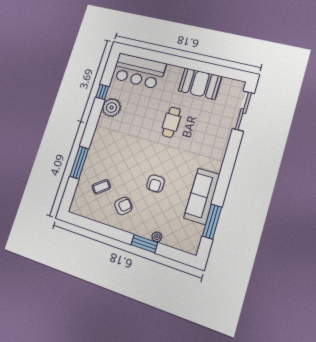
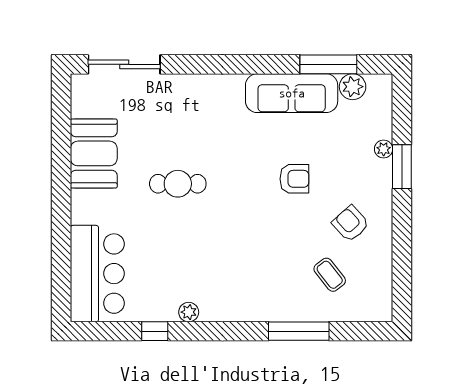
plant: (111, 108) -> (189, 312), width x0.53, depth x0.53
plant: (196, 231) -> (353, 87), added

